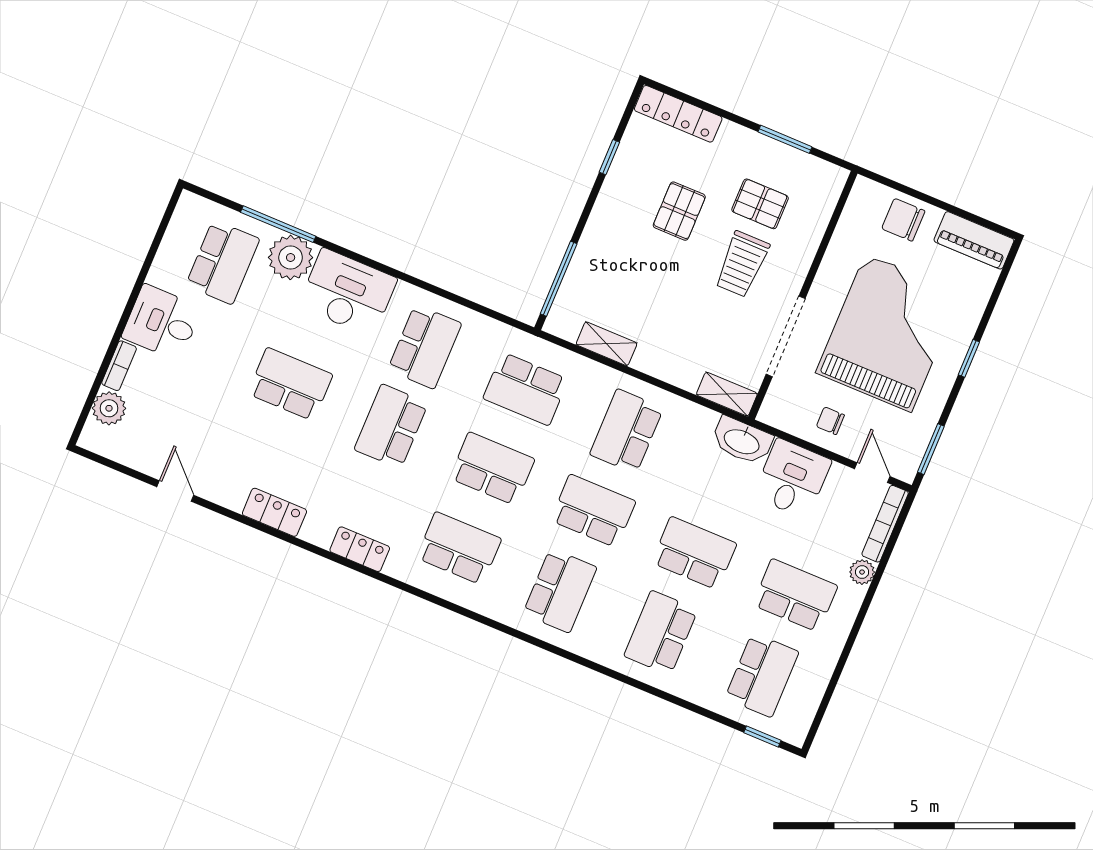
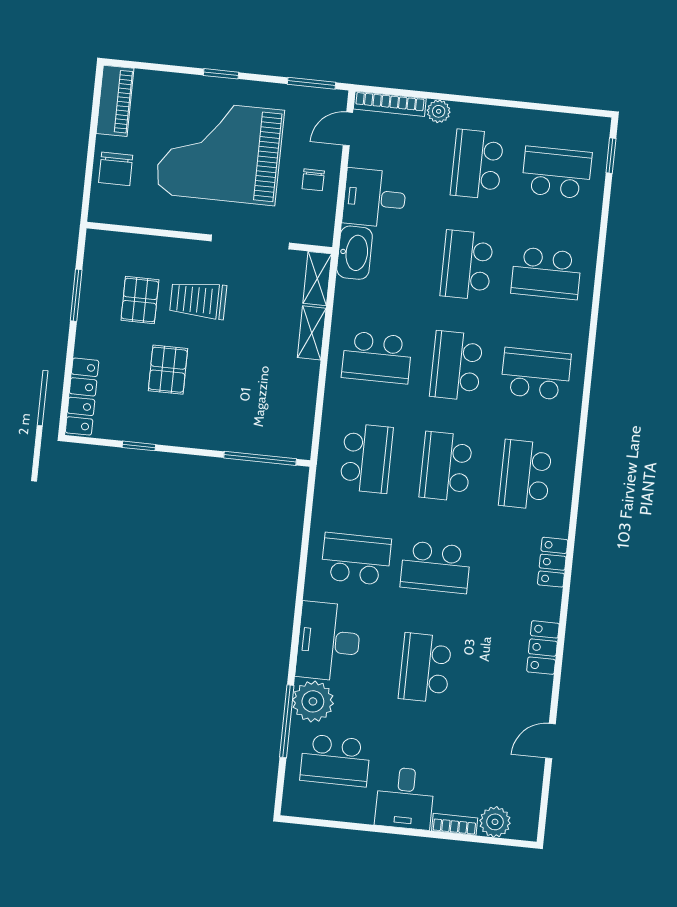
pallet: (679, 211) -> (168, 370), turned 90
school desk: (223, 262) -> (335, 760), turned 180
trolley: (742, 264) -> (198, 300), turned 180
shelving: (607, 344) -> (312, 333), moved

